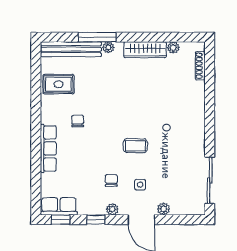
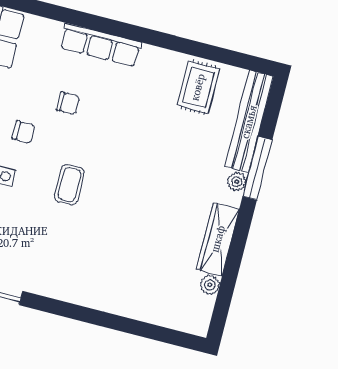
shoe rack: (200, 66) -> (170, 320), removed
chair: (78, 121) -> (68, 103), moved

